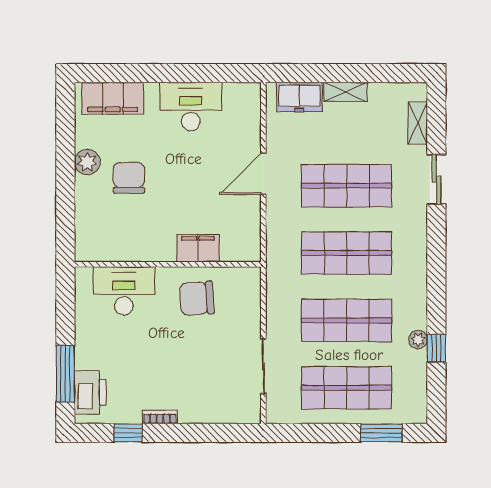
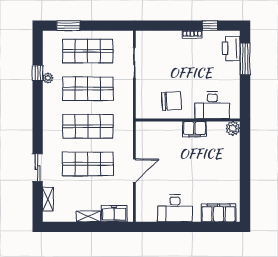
plant: (87, 162) -> (233, 128), moved
chair: (129, 178) -> (209, 168), removed
filing cabinet: (198, 248) -> (194, 129), moved

